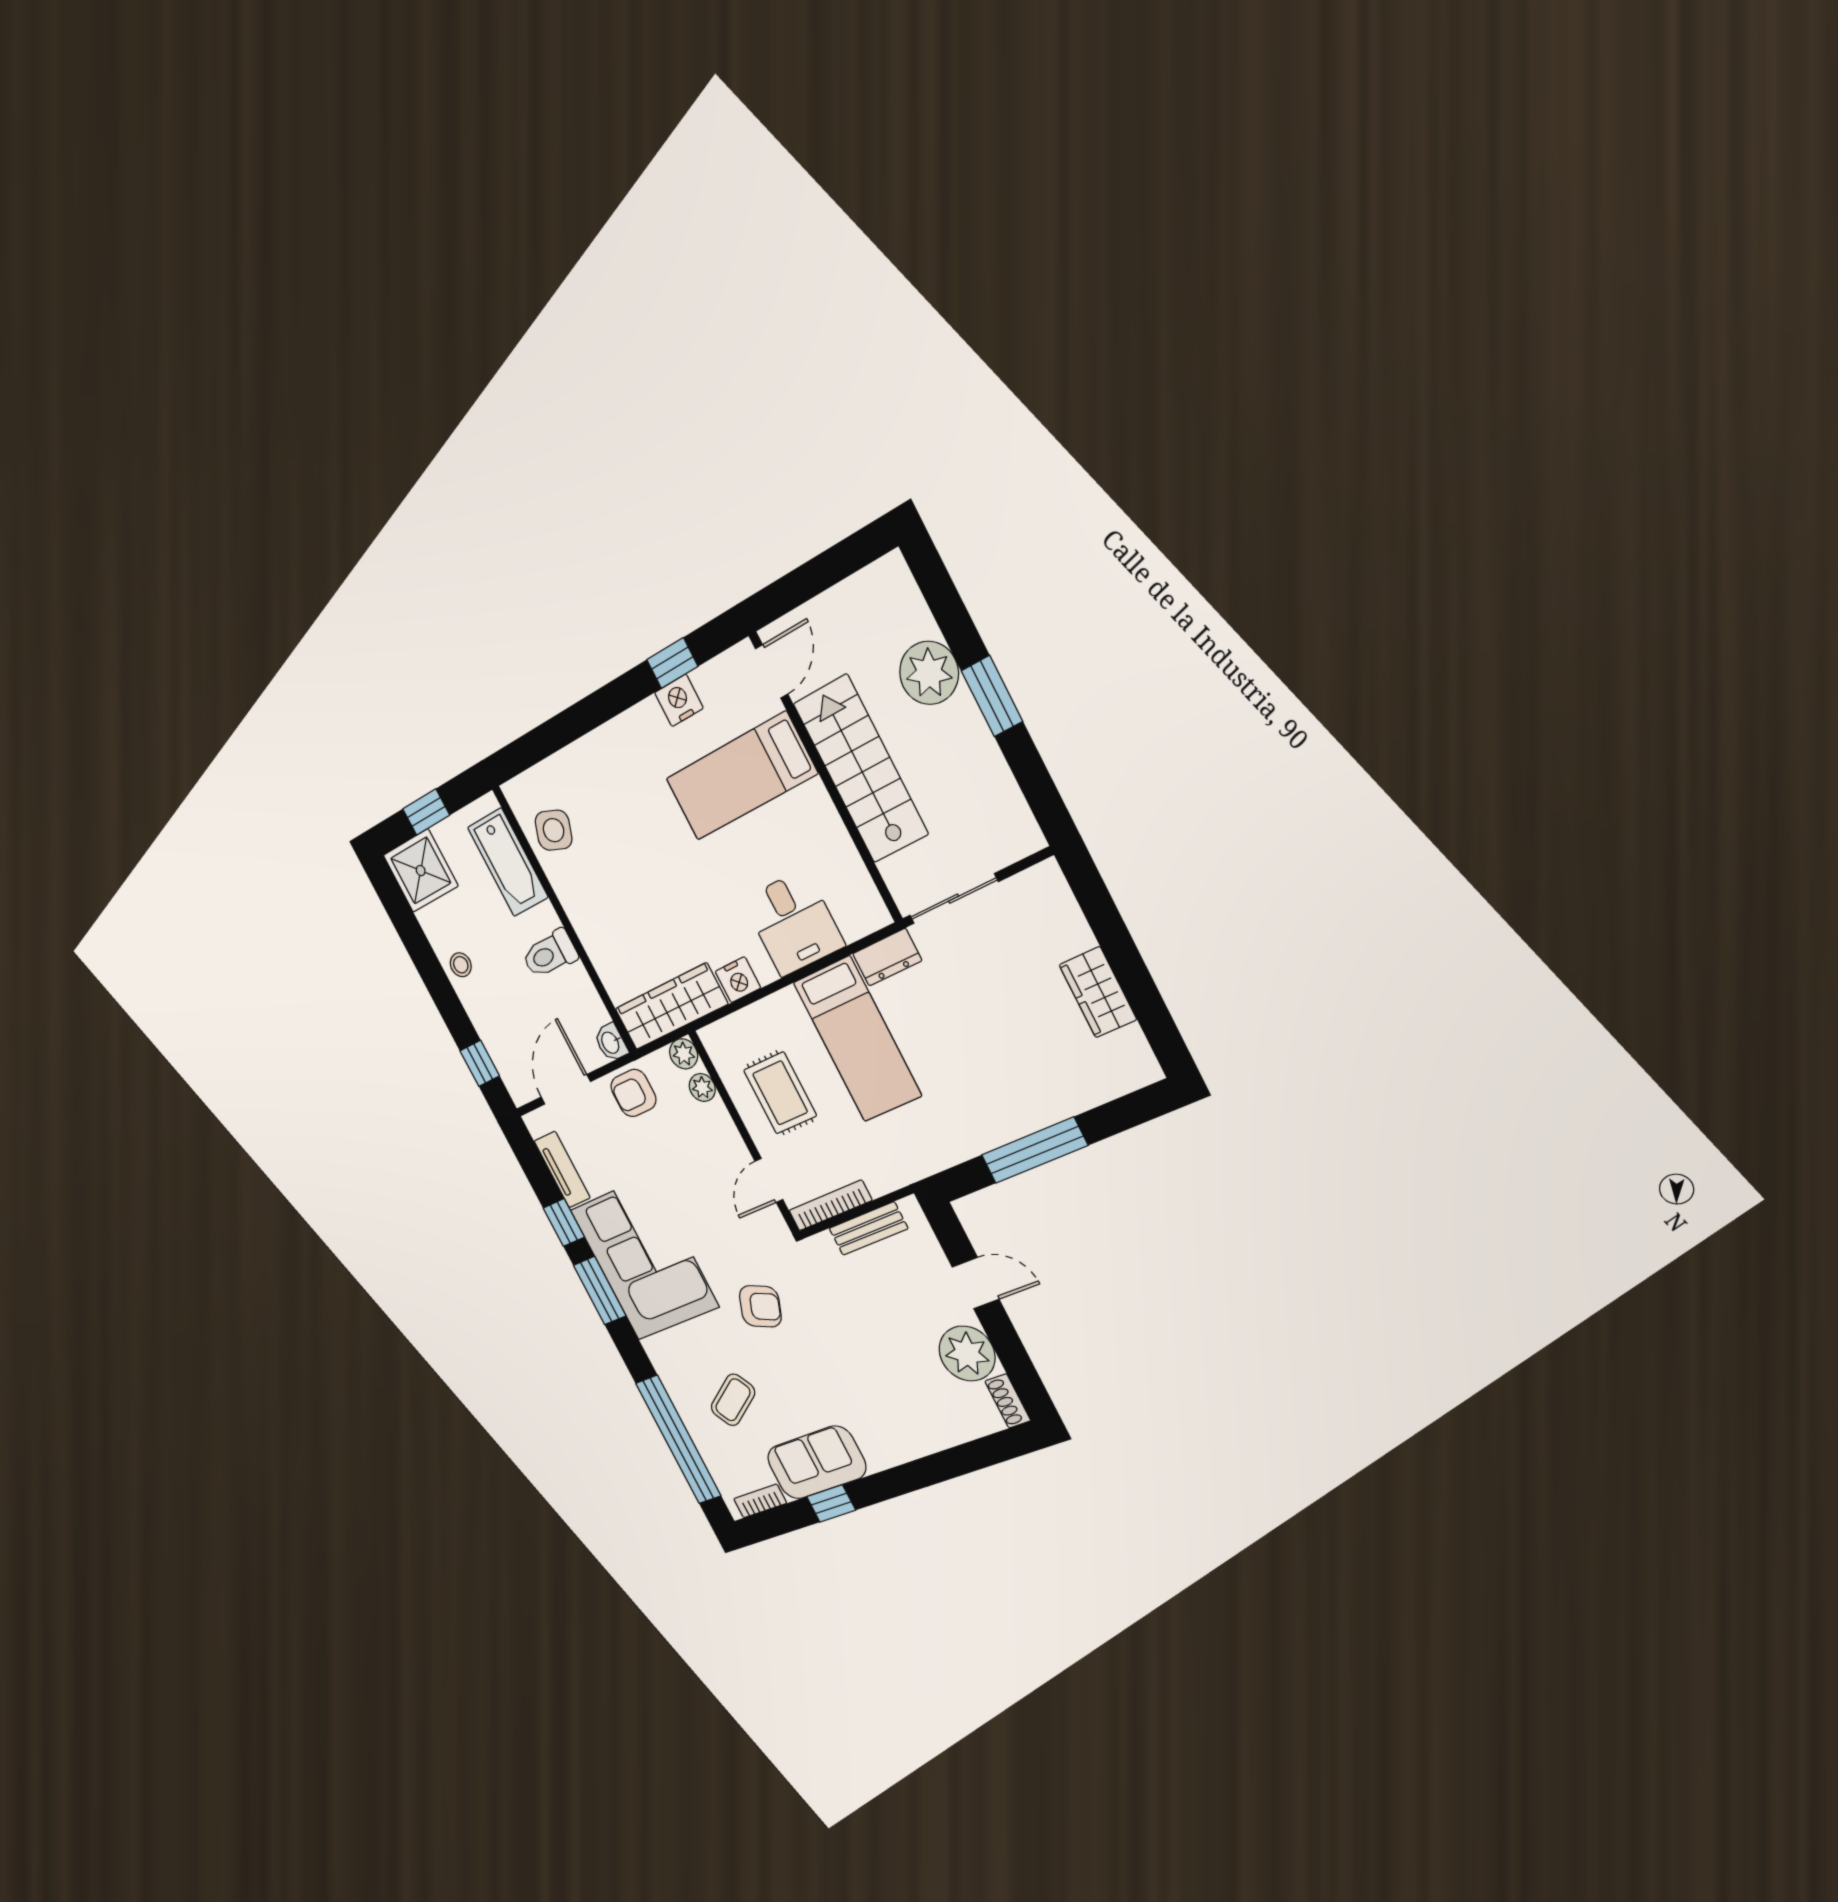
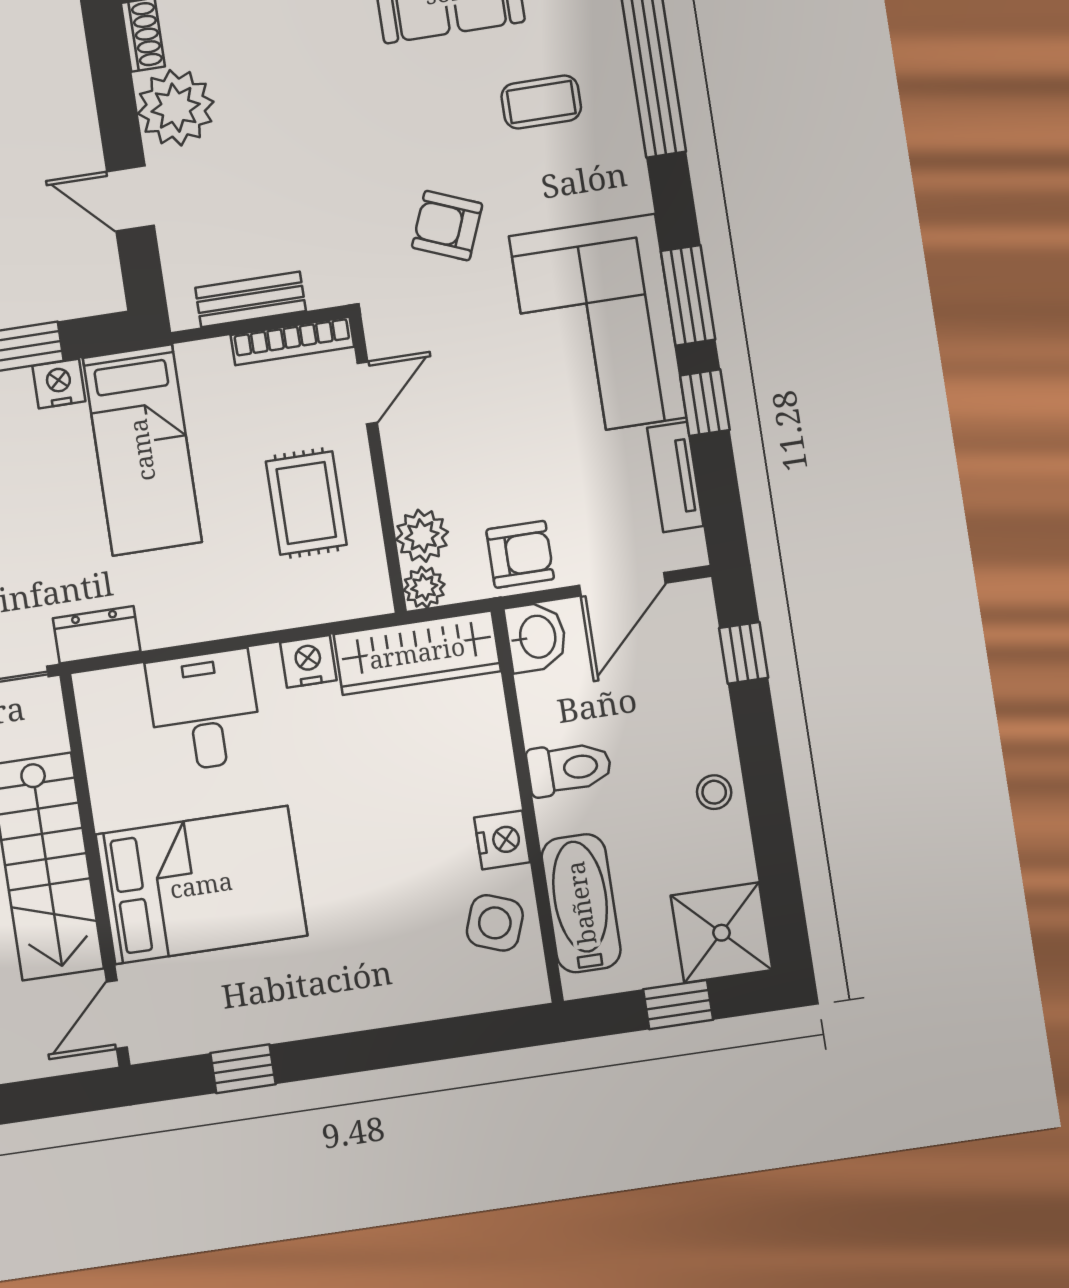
nightstand: (679, 700) -> (502, 840), moved, turned -90
bed: (741, 776) -> (201, 885), width x1.50
bed: (857, 1039) -> (142, 450), moved, turned 180
washbasin: (611, 1042) -> (536, 637), width x1.38, depth x1.45
plant: (702, 1088) -> (422, 536), width x1.38, depth x1.38
nightstand: (979, 1137) -> (59, 384), added
coffee table: (733, 1400) -> (541, 102), turned 32

